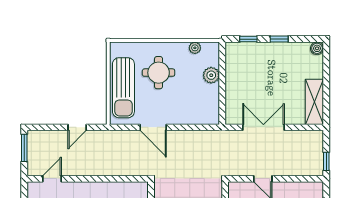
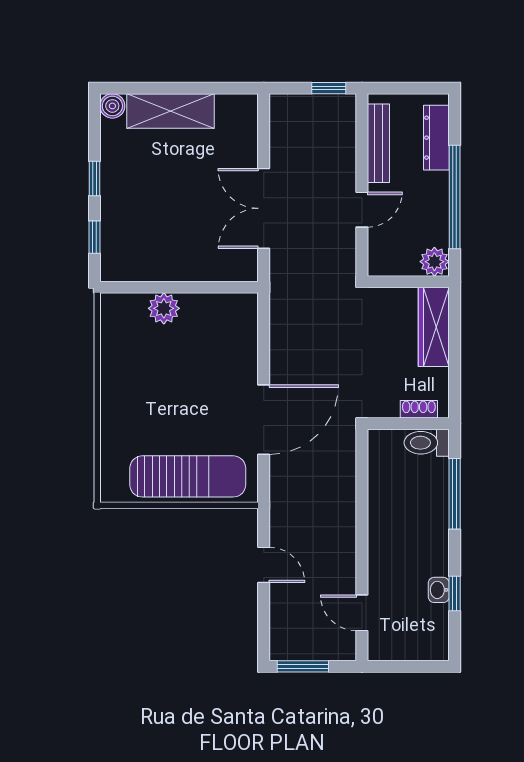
plant: (195, 48) -> (111, 340), removed
round table: (159, 73) -> (159, 409), removed
shelving: (314, 102) -> (170, 111), moved
door: (153, 127) -> (264, 420), width x1.36
bench: (298, 187) -> (378, 143), added

